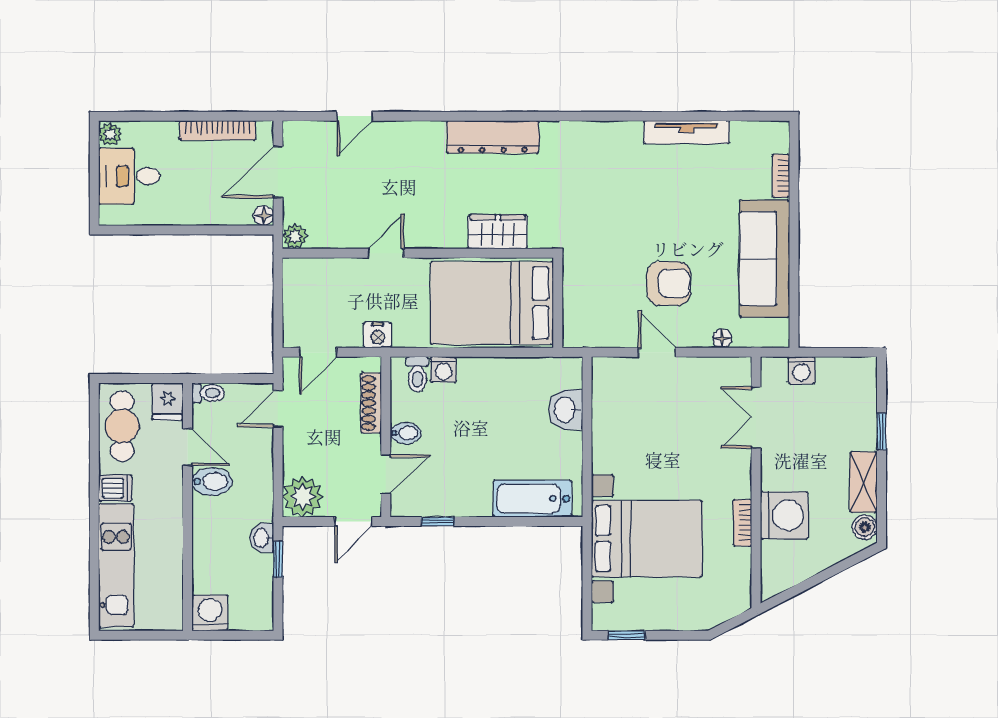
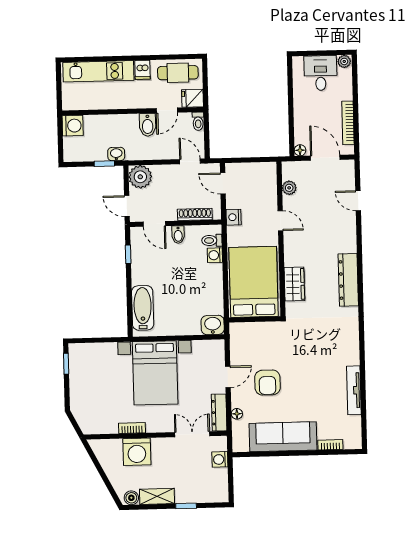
plant: (295, 236) -> (289, 188), moved
dresser: (719, 369) -> (219, 412), added
washbasin: (566, 410) -> (213, 325), moved
bed with nightstands: (647, 539) -> (155, 373), moved

